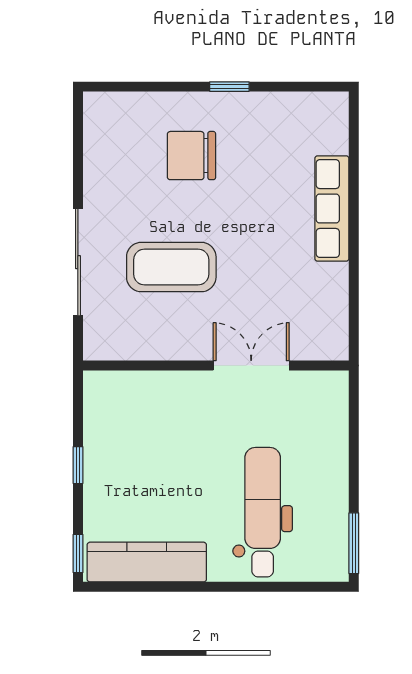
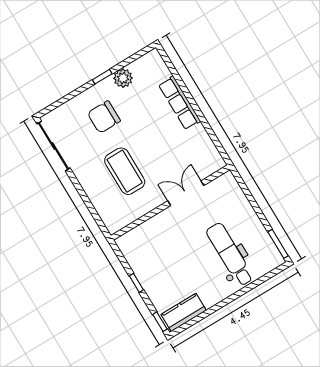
plant: (263, 110) -> (123, 78), added
sliding door: (78, 262) -> (53, 146), moved
coffee table: (171, 267) -> (125, 171), turned 90
kitchen counter: (147, 562) -> (184, 312), width x0.67

